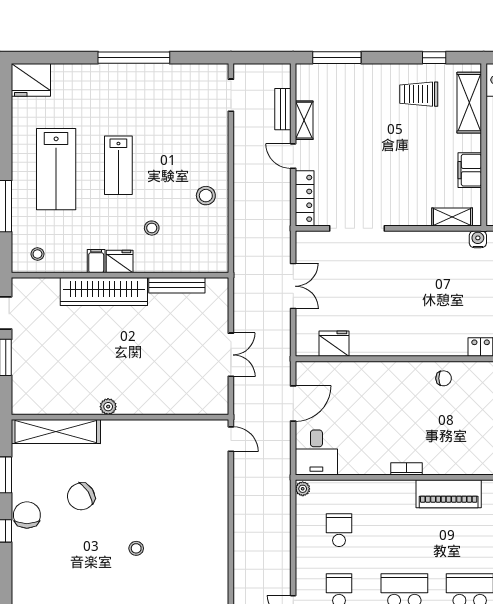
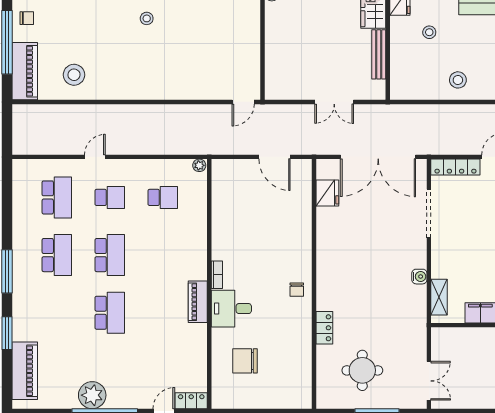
water cooler: (478, 239) -> (419, 277), moved
double door: (293, 286) -> (378, 157), width x1.87
double door: (231, 355) -> (334, 102), moved
desk: (316, 452) -> (231, 309), moved
bookcase: (407, 469) -> (217, 275), moved
piano: (449, 494) -> (198, 302), width x0.73, depth x0.75

